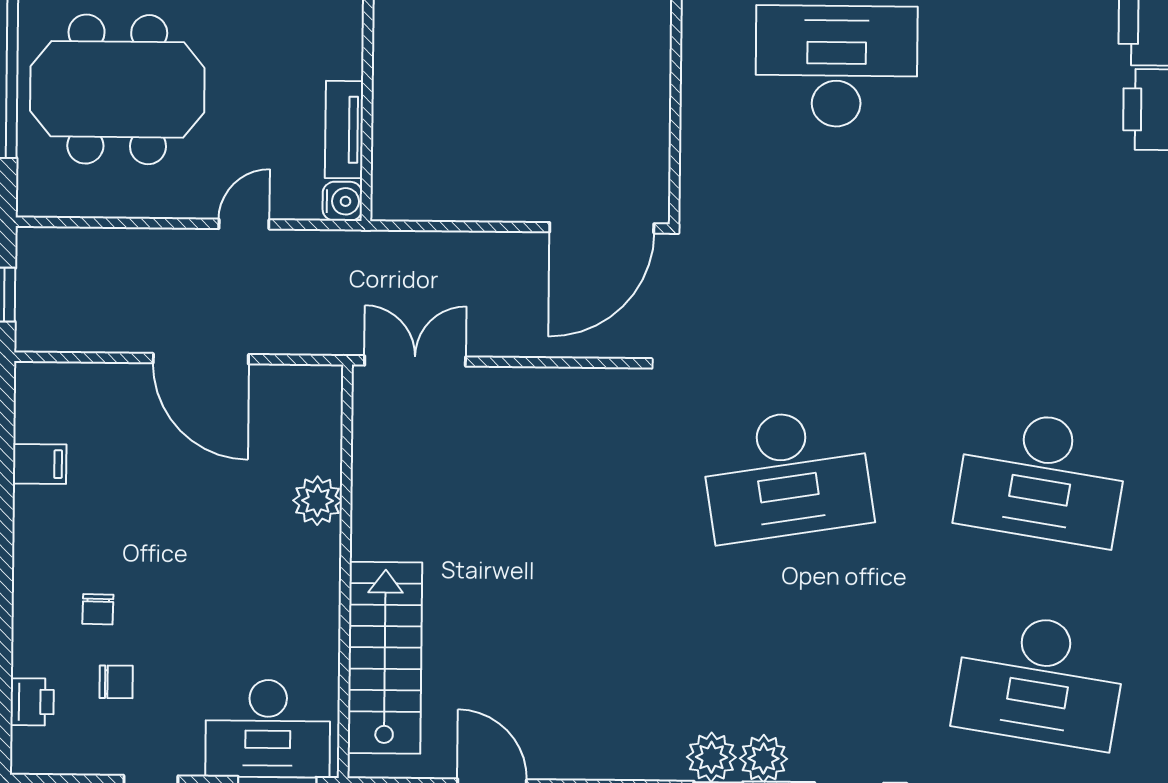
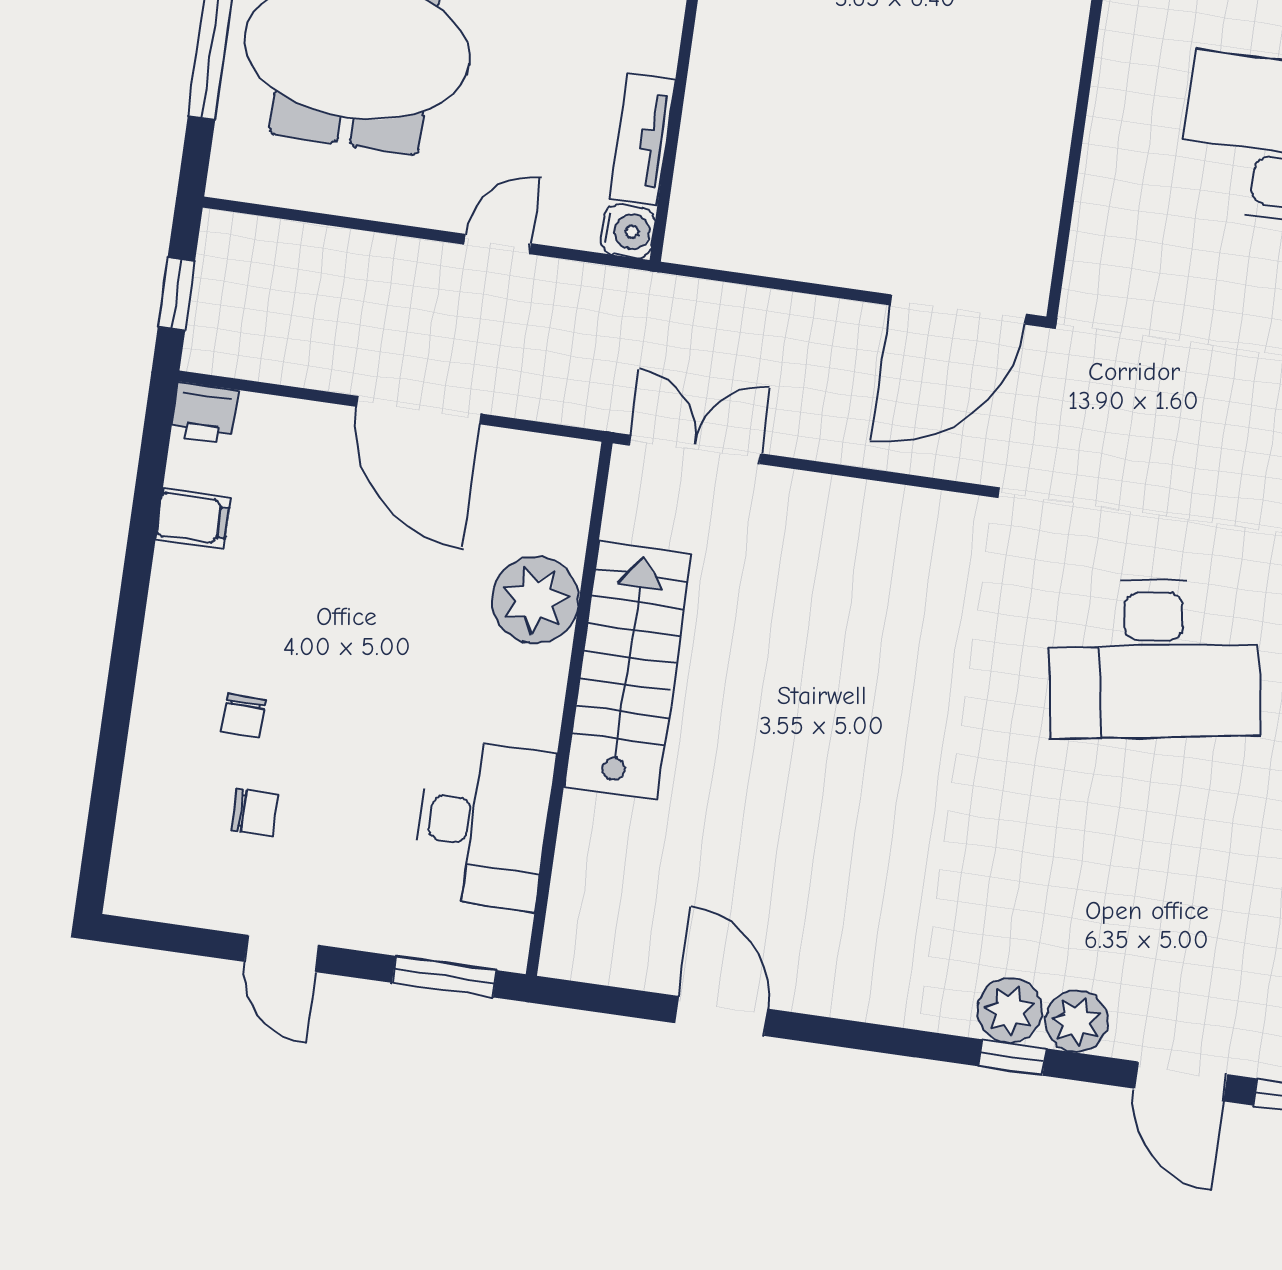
plant: (317, 501) -> (535, 600), width x1.36, depth x1.36
stairs: (385, 658) -> (628, 670), moved
printer: (32, 702) -> (204, 413), moved, turned 90
desk: (268, 729) -> (483, 824), moved, turned -90

